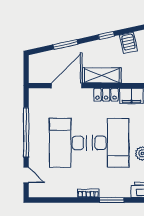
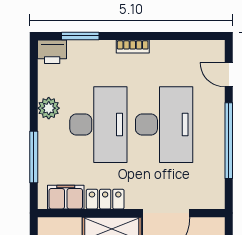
desk: (110, 143) -> (98, 125), turned 180
window: (112, 200) -> (80, 36), moved

